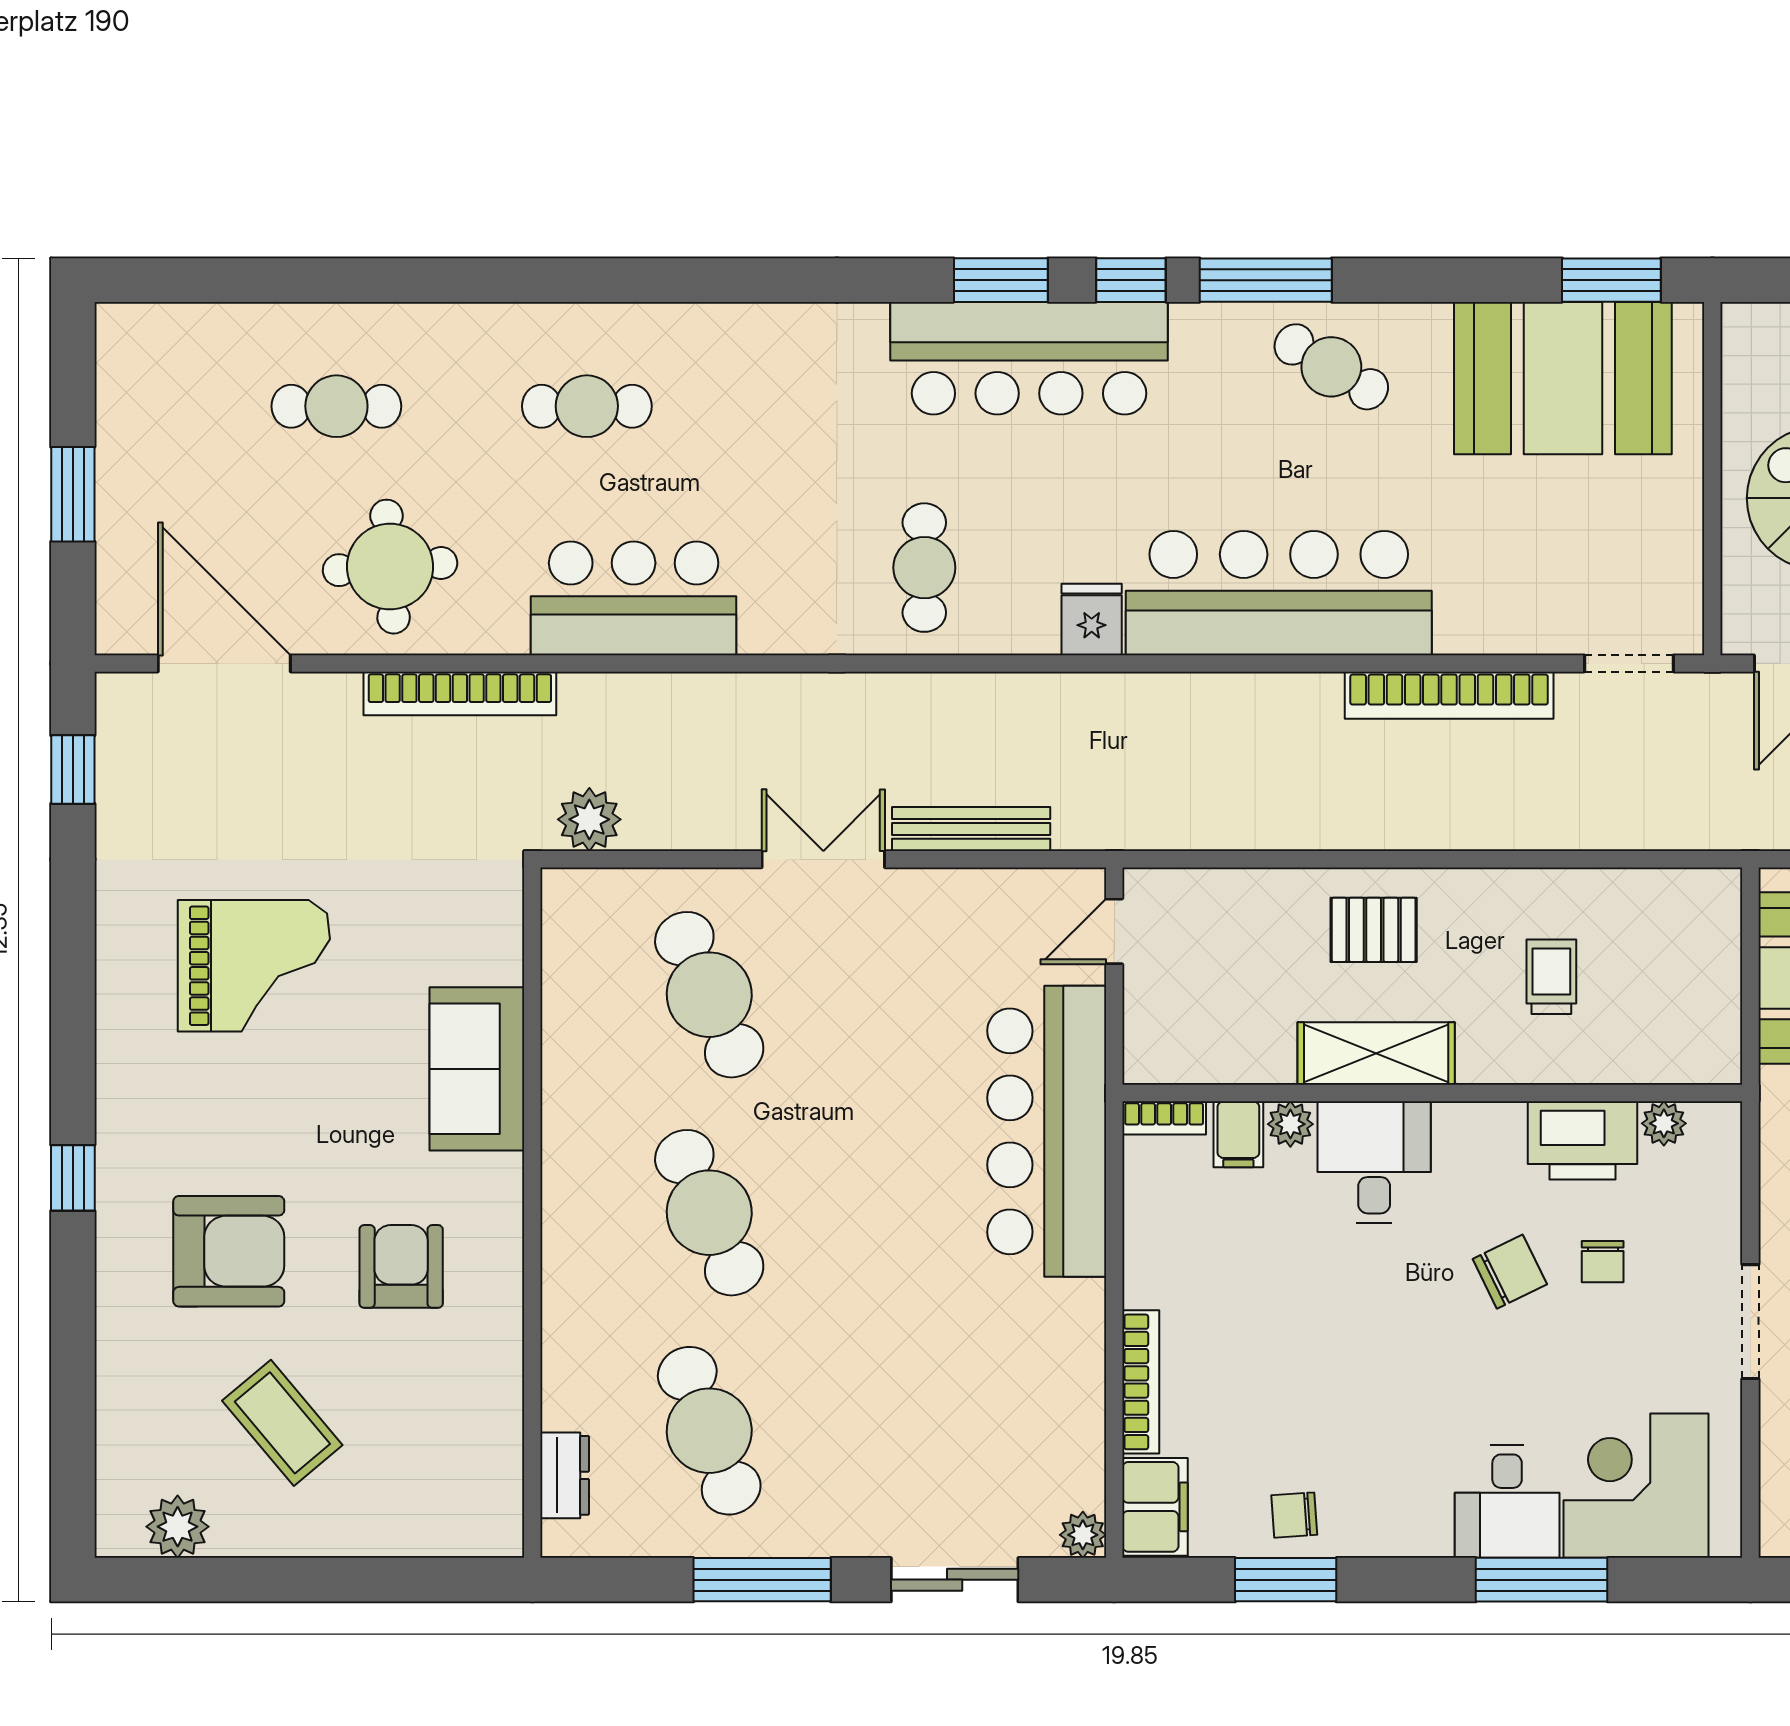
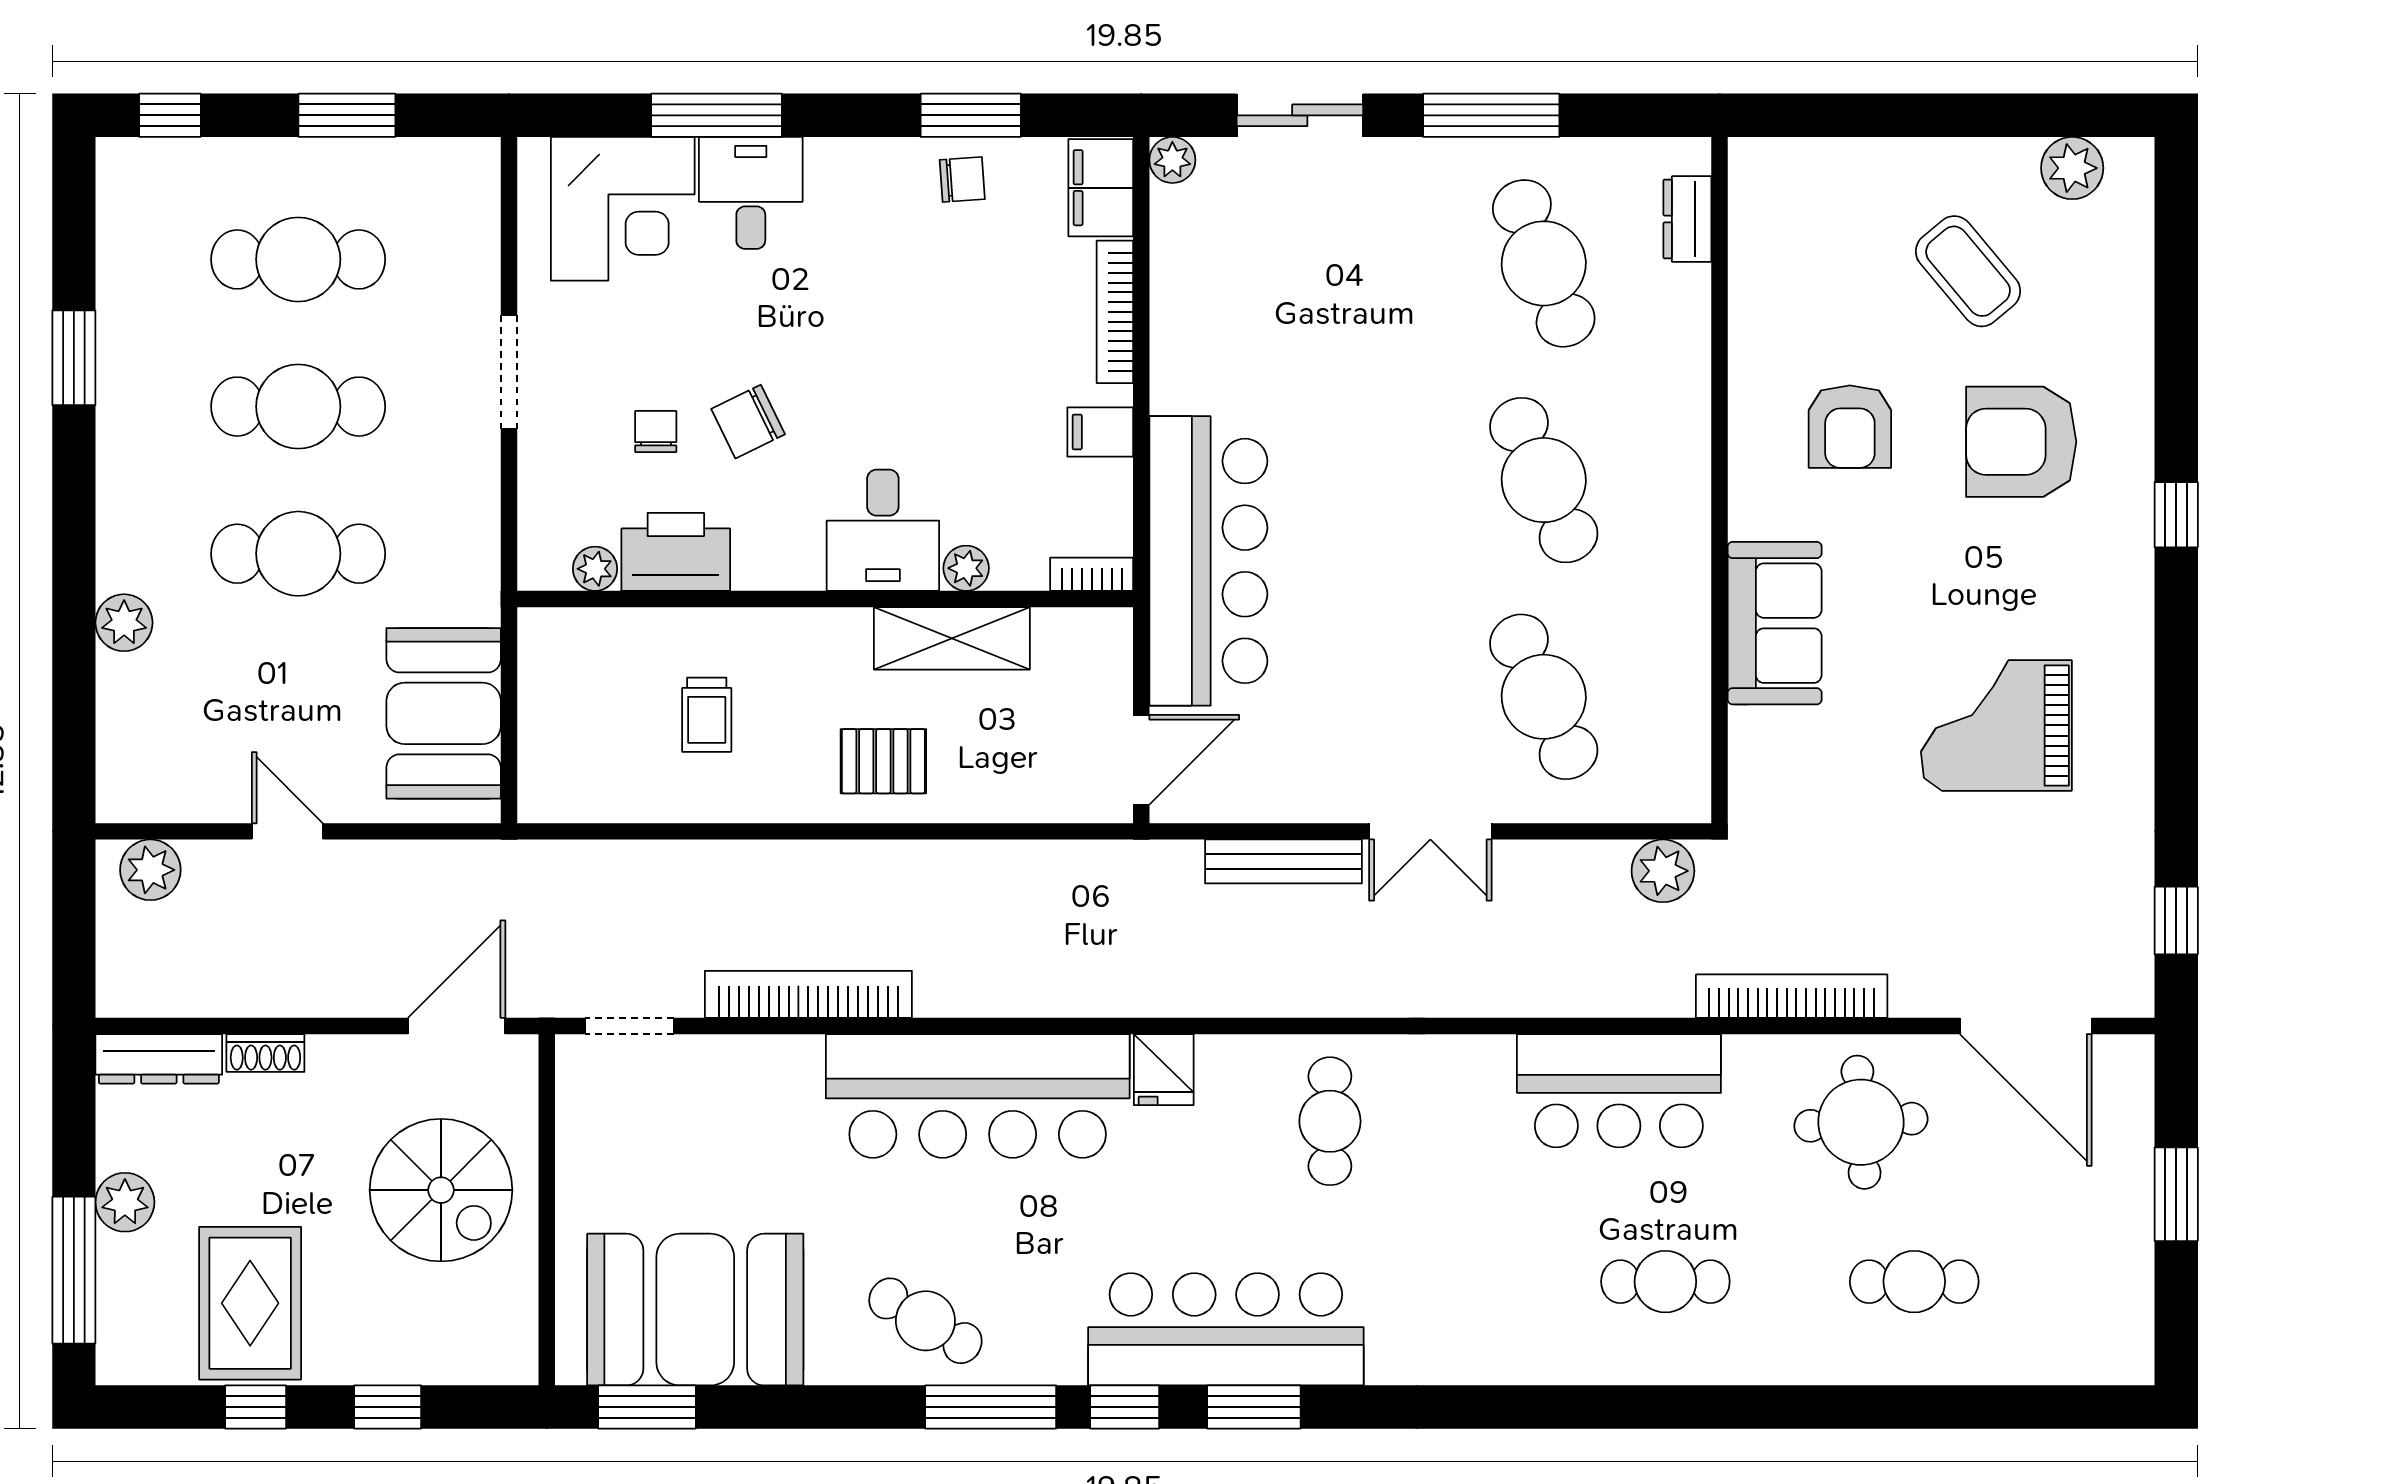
door: (1114, 931) -> (1141, 760), width x1.38
shelving: (1376, 1053) -> (952, 638), moved
filing cabinet: (1238, 1134) -> (1100, 432), moved, turned -90

